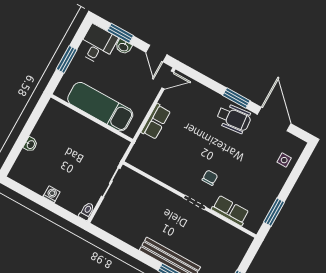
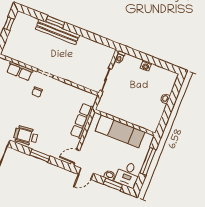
door: (156, 53) -> (86, 174), swing flipped
window: (67, 59) -> (148, 161), width x1.44
window: (236, 98) -> (40, 156), moved
row of seats: (156, 122) -> (82, 121), width x1.48

